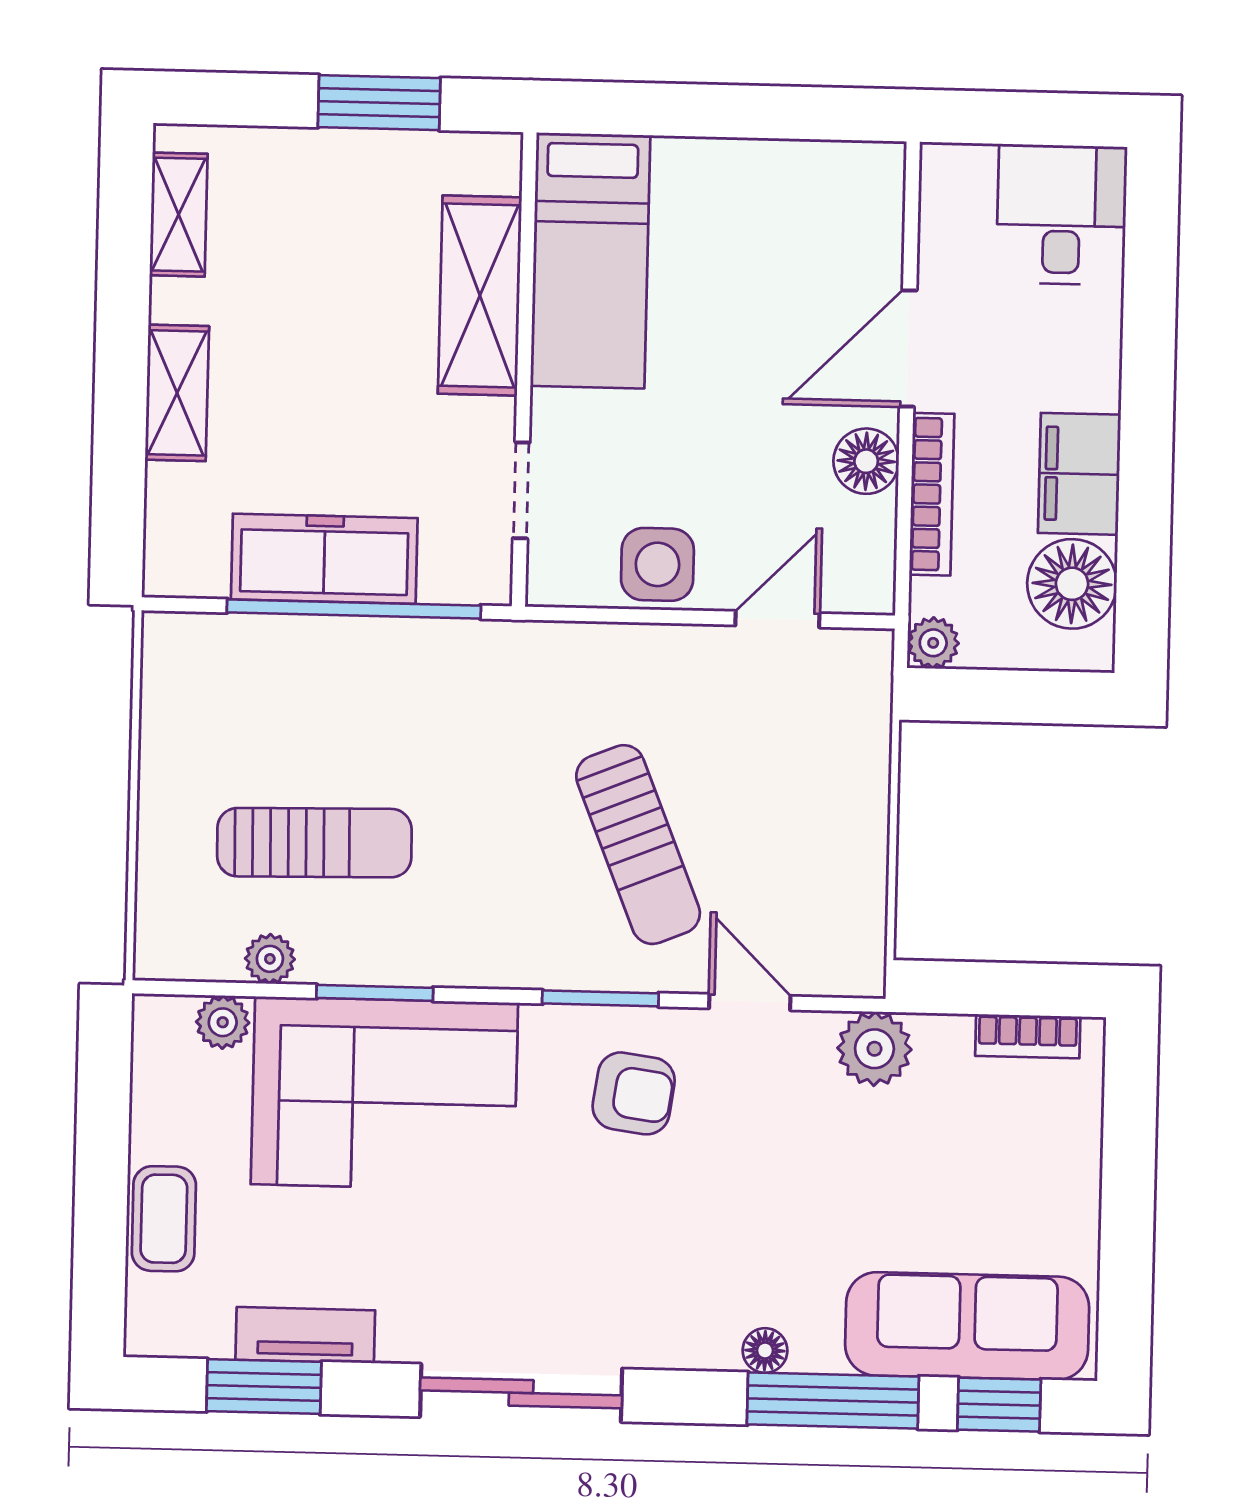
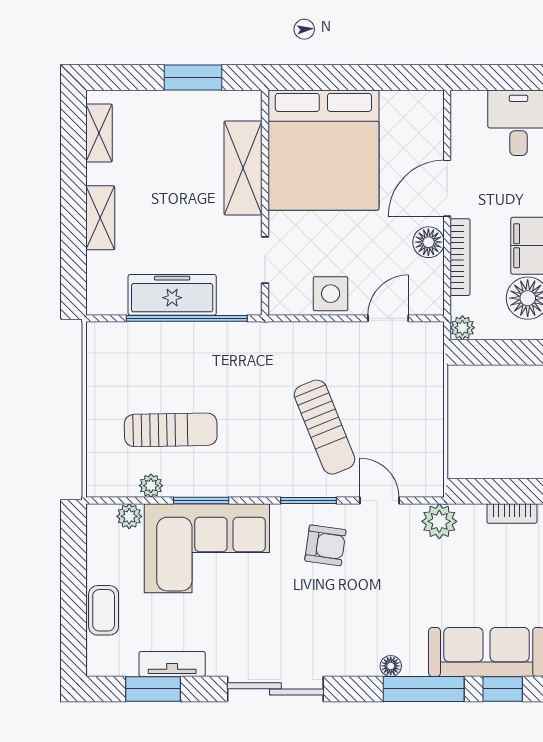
bed: (590, 261) -> (323, 150), width x2.04

